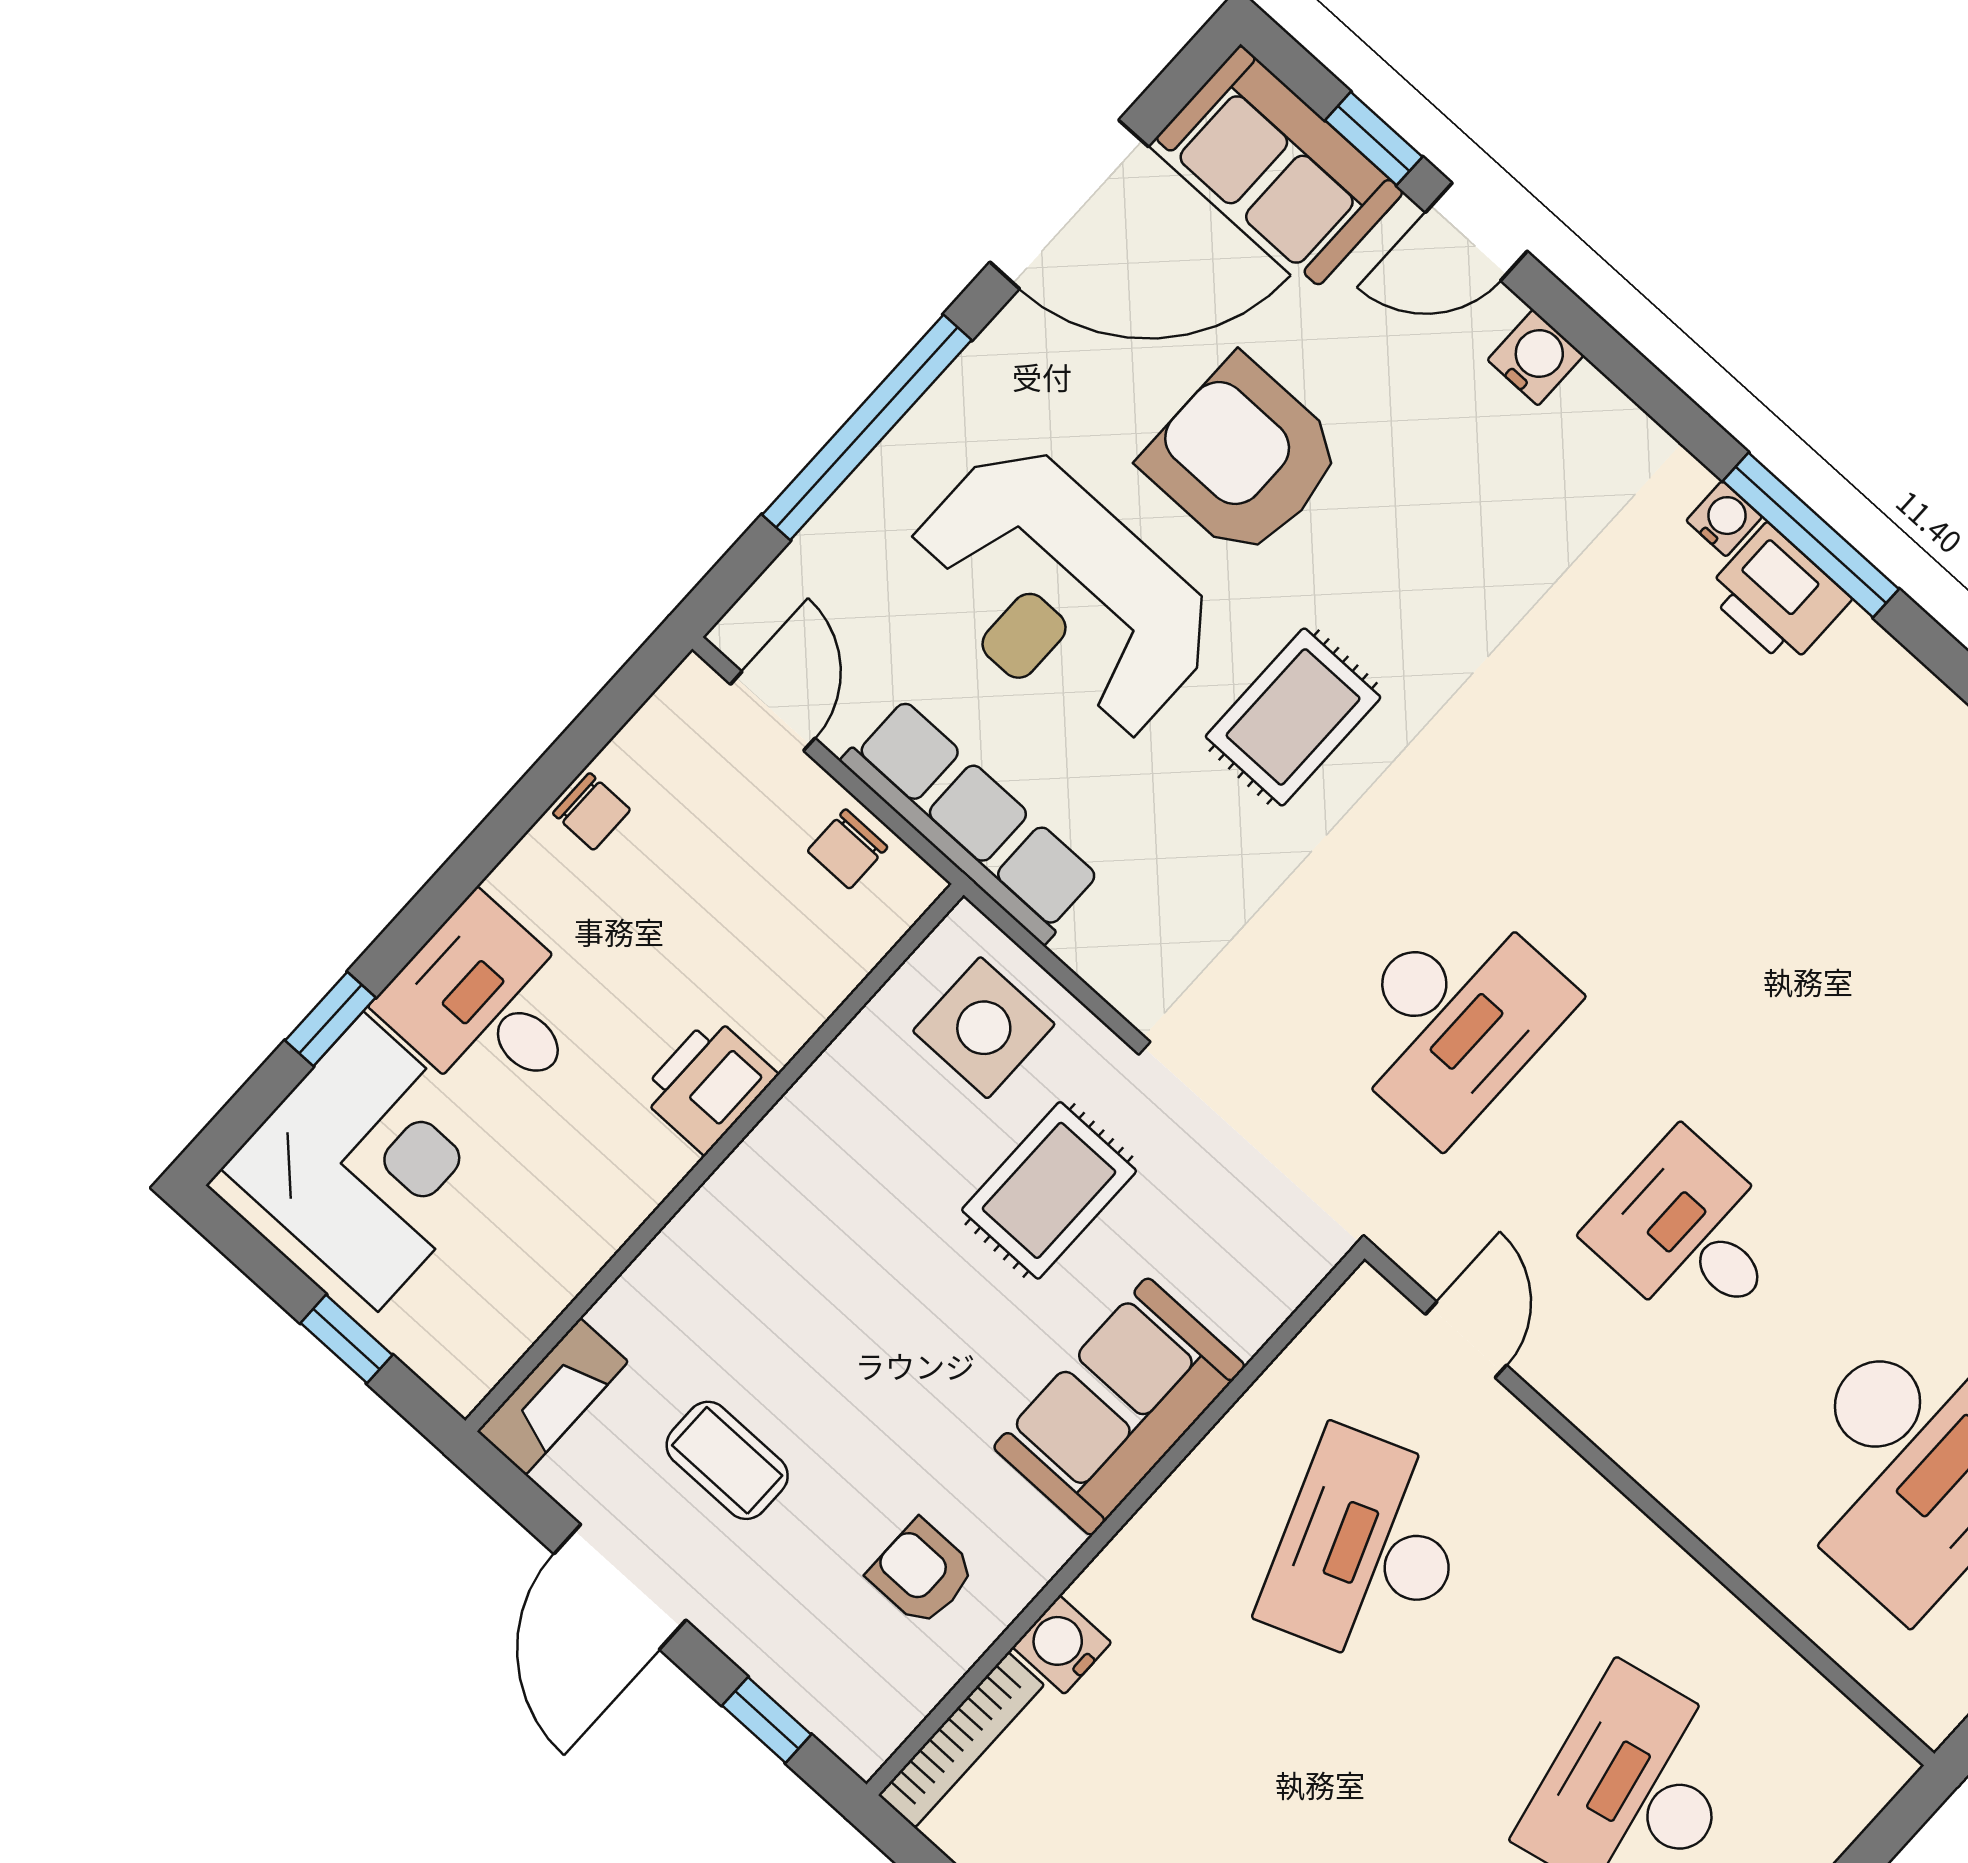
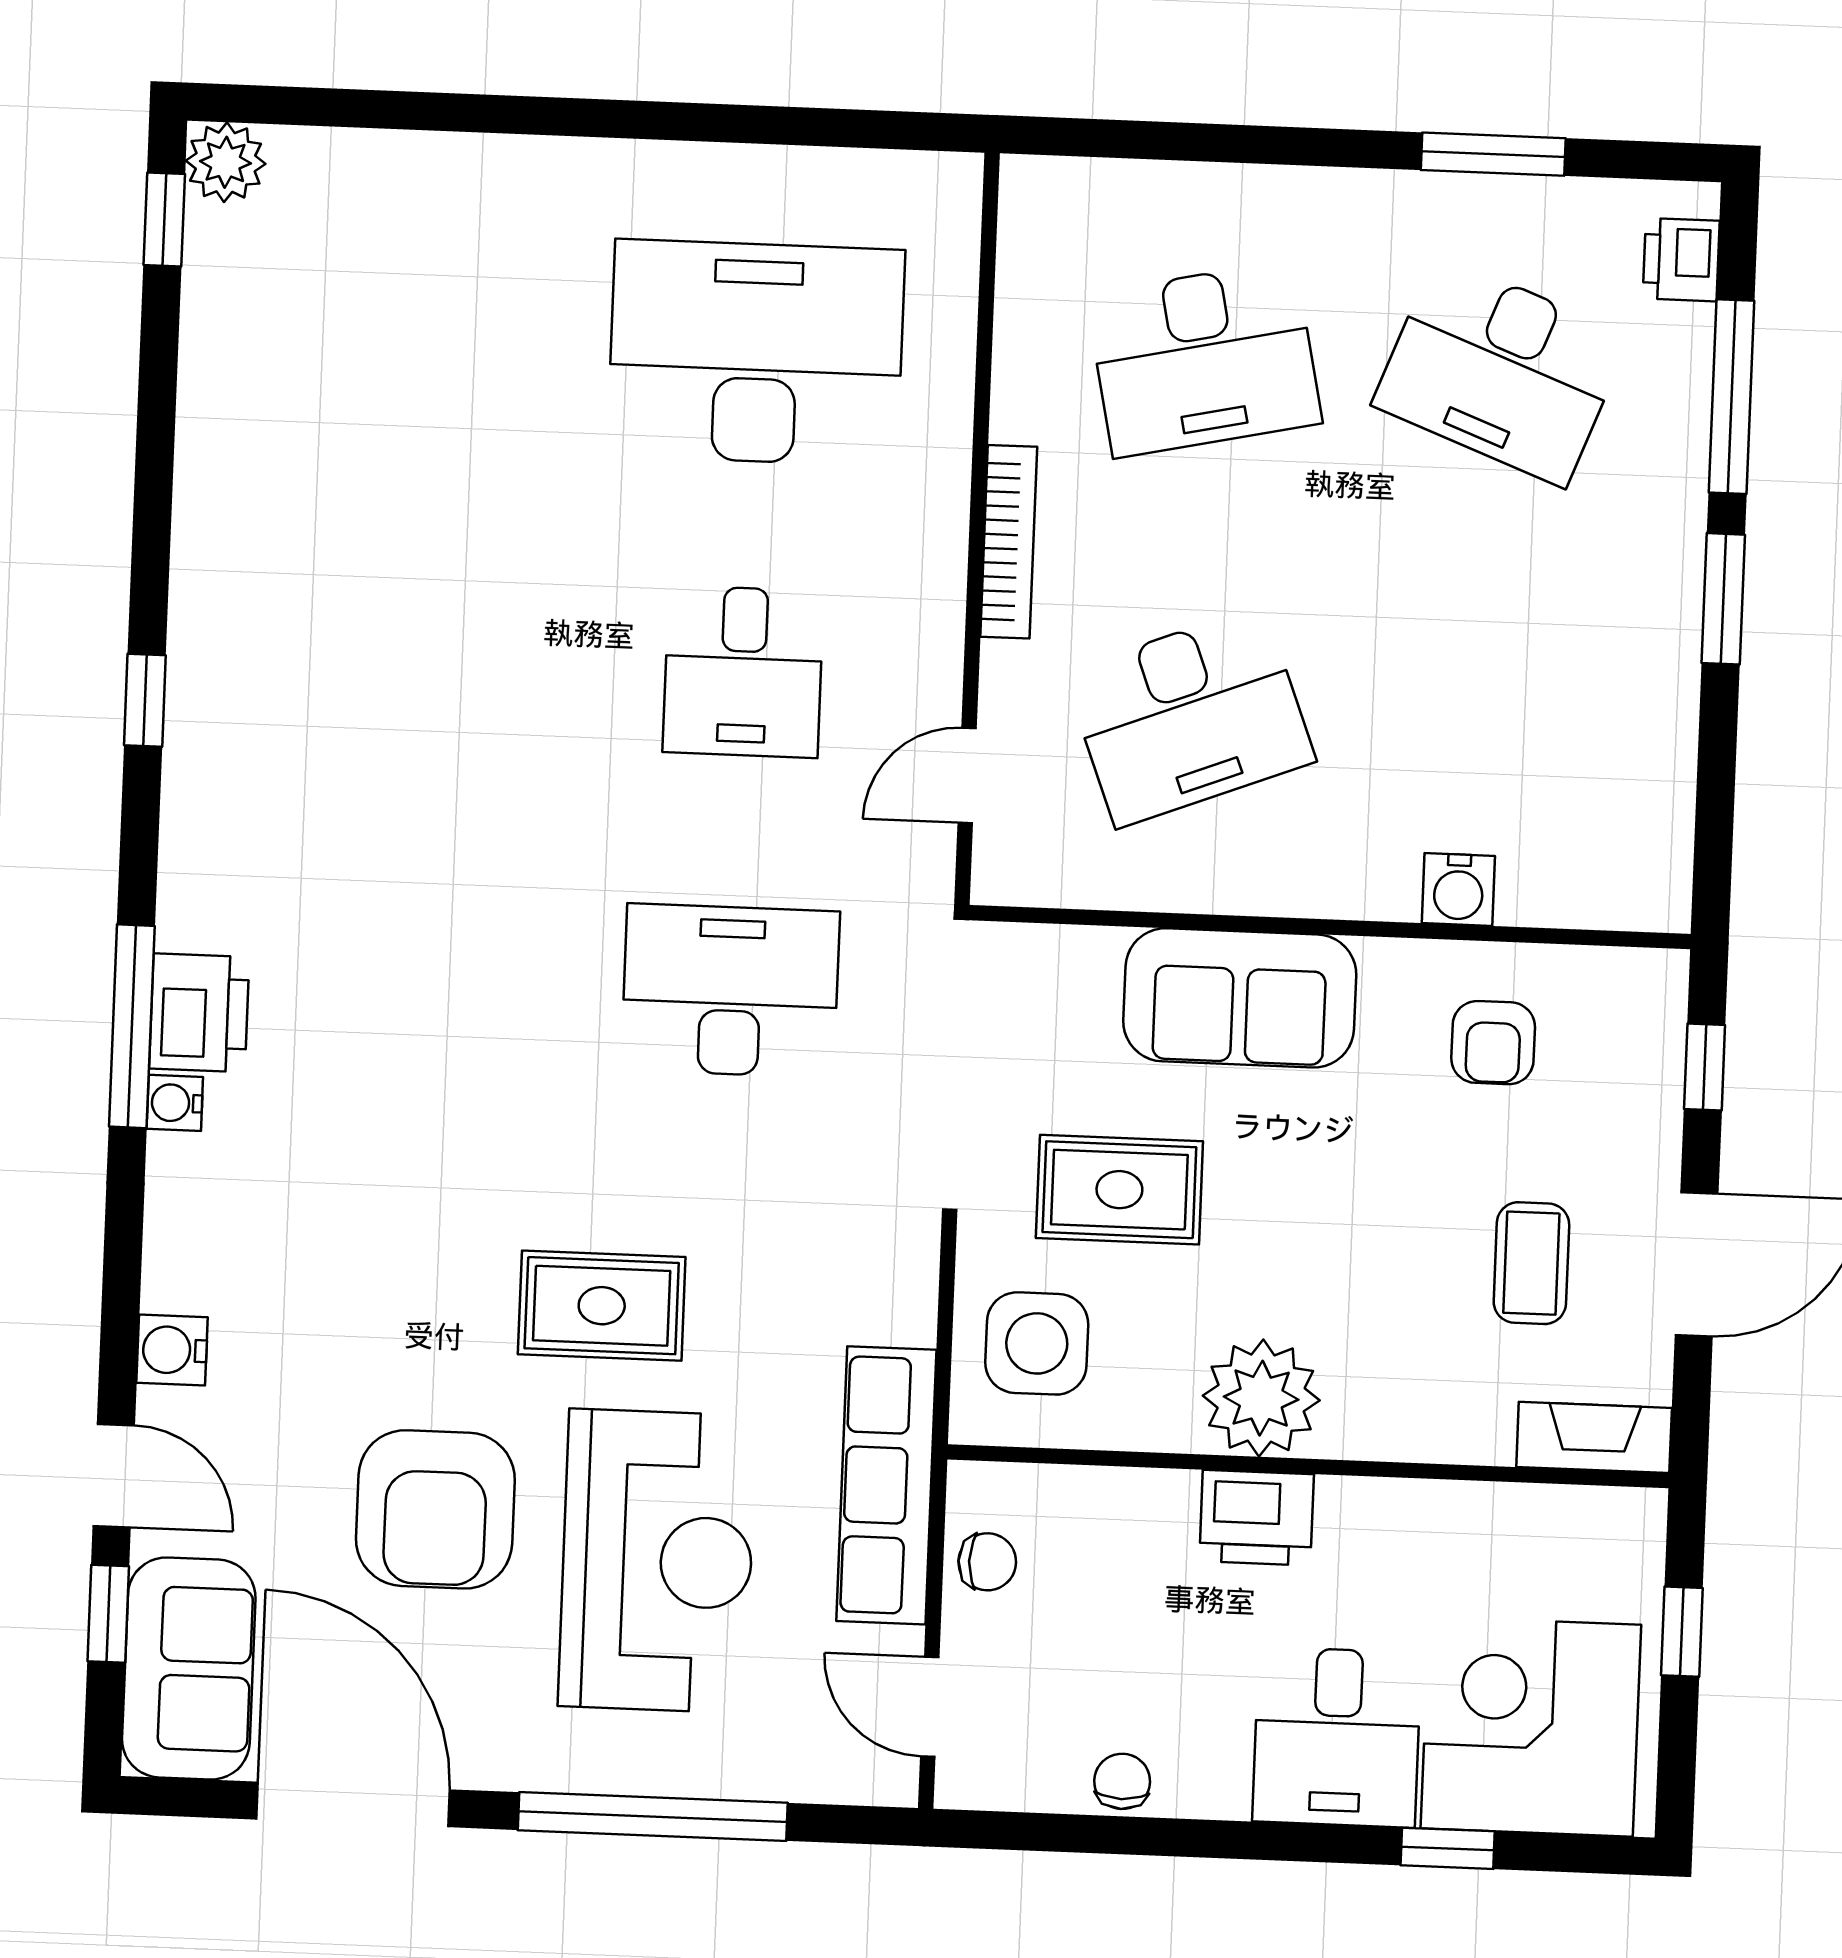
door: (773, 711) -> (930, 1707), hinge flipped
plant: (797, 1165) -> (1261, 1398), added
bookcase: (961, 1740) -> (1009, 542), moved, turned 90

